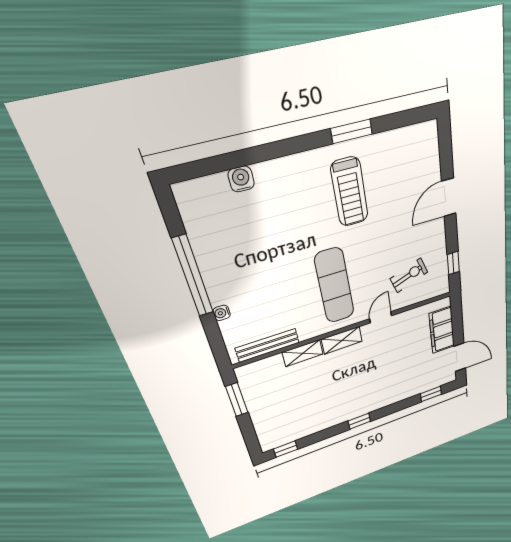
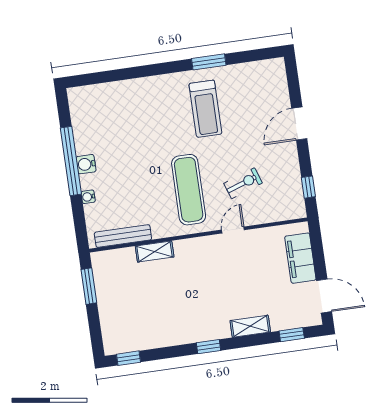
water cooler: (241, 179) -> (86, 164), moved, turned -90
exercise bike: (409, 275) -> (243, 183), moved
shelving: (342, 340) -> (250, 326), moved

